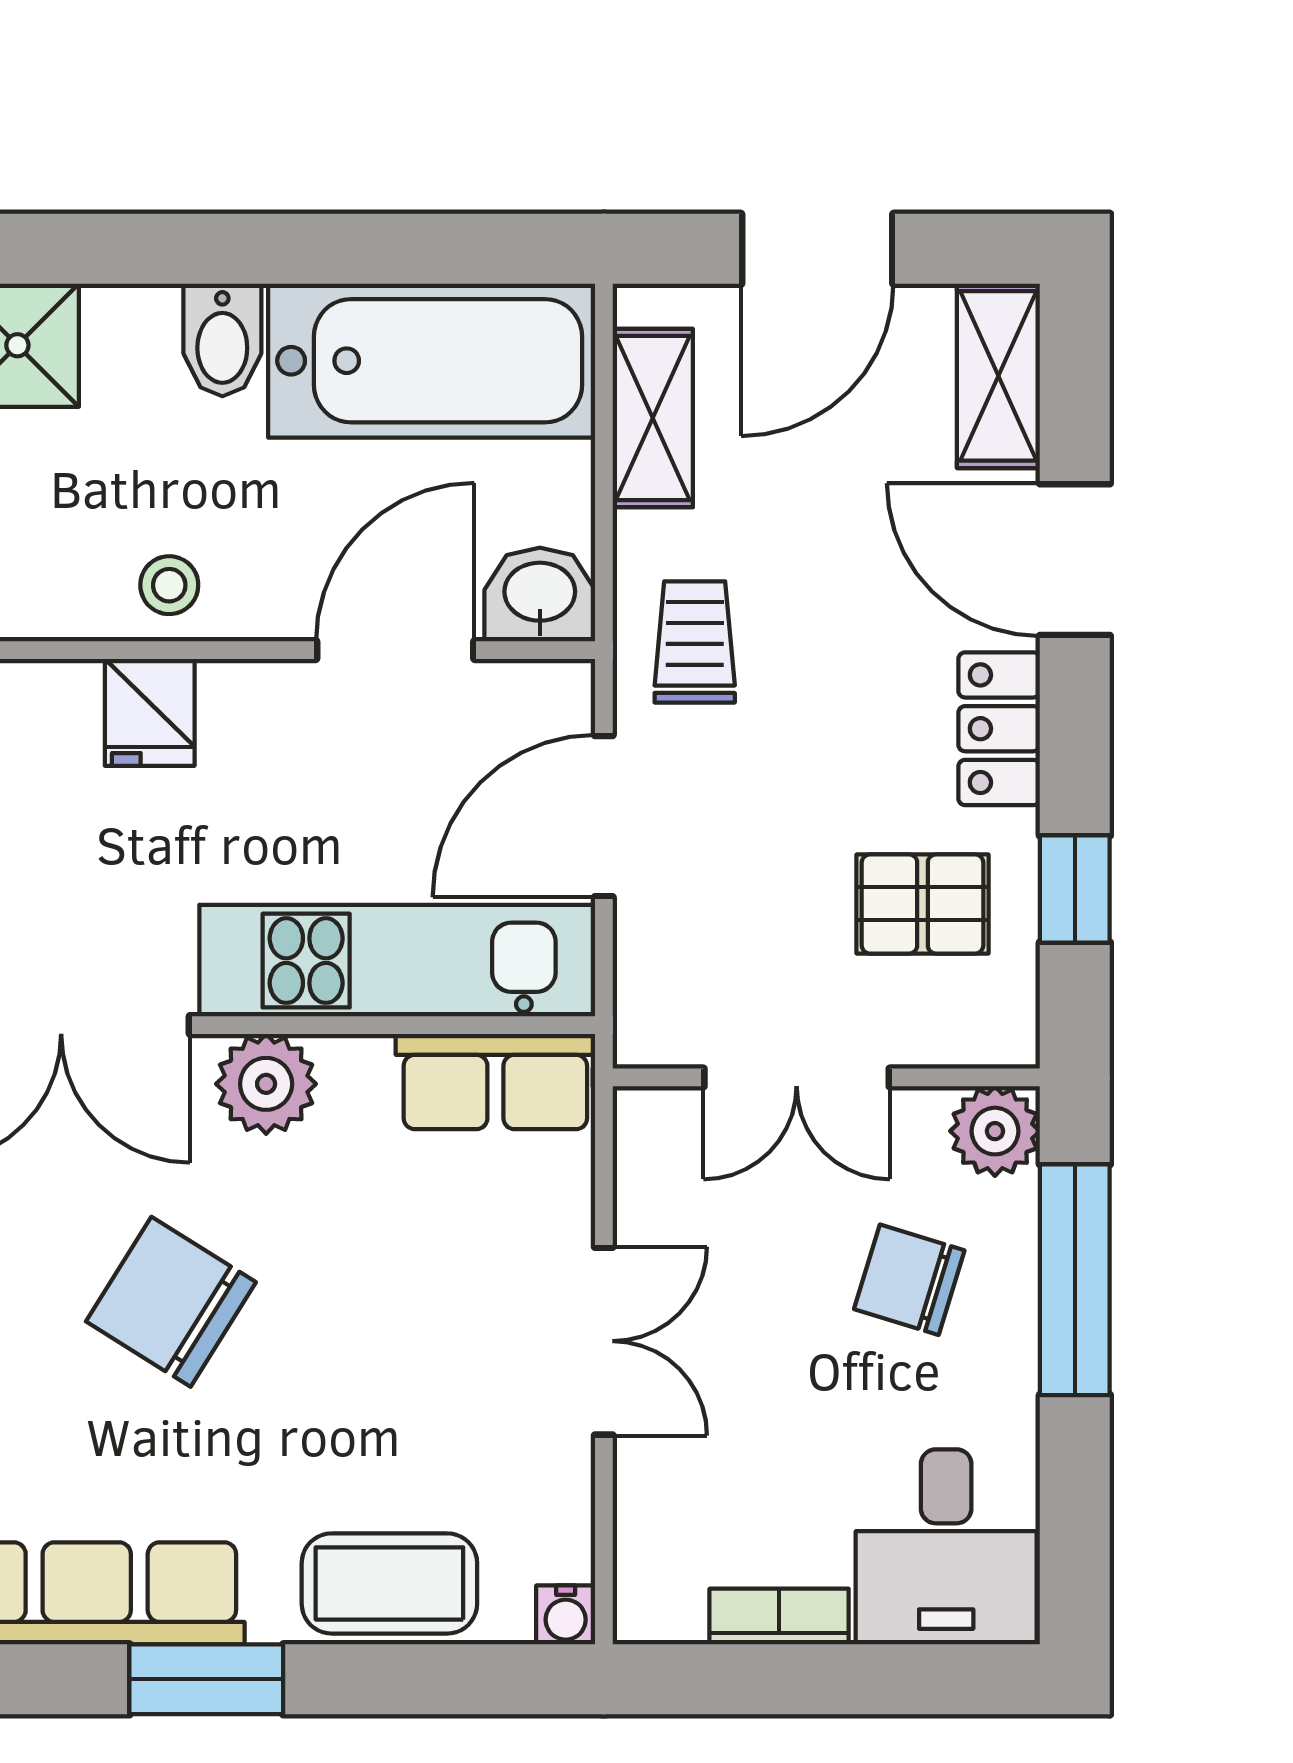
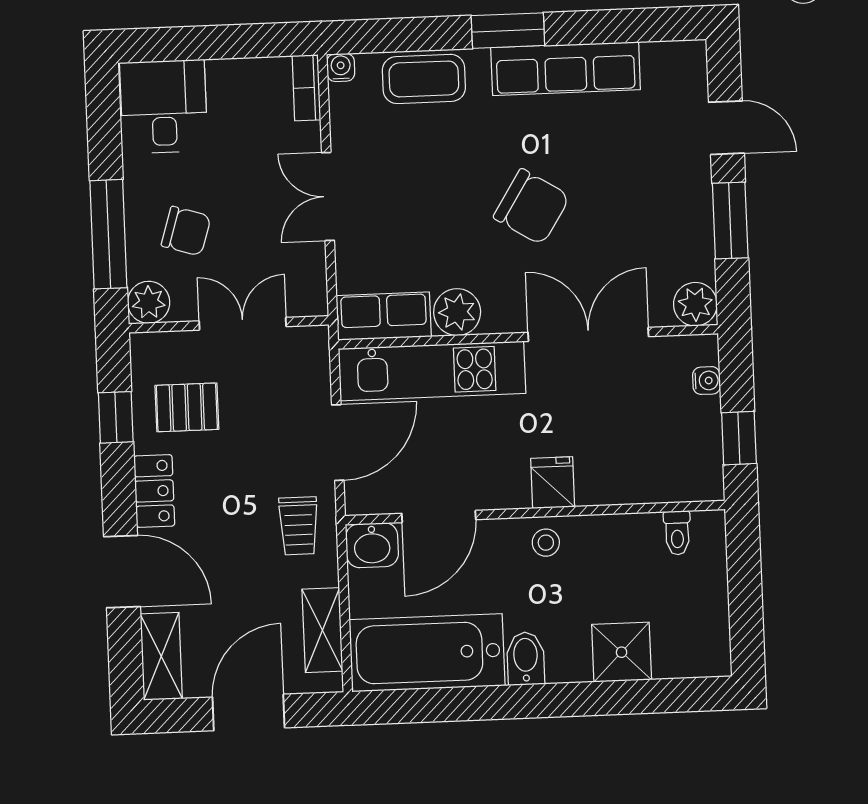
plant: (266, 1084) -> (457, 312), moved
bookcase: (779, 1617) -> (306, 88), moved, turned 90

